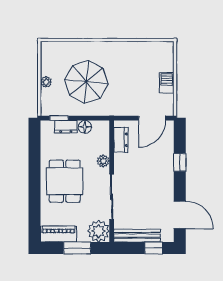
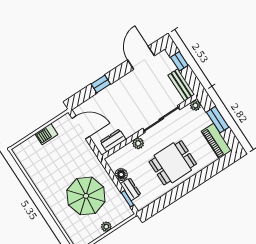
plant: (98, 231) -> (195, 105), width x0.53, depth x0.53
bench: (137, 236) -> (181, 85), width x0.73

